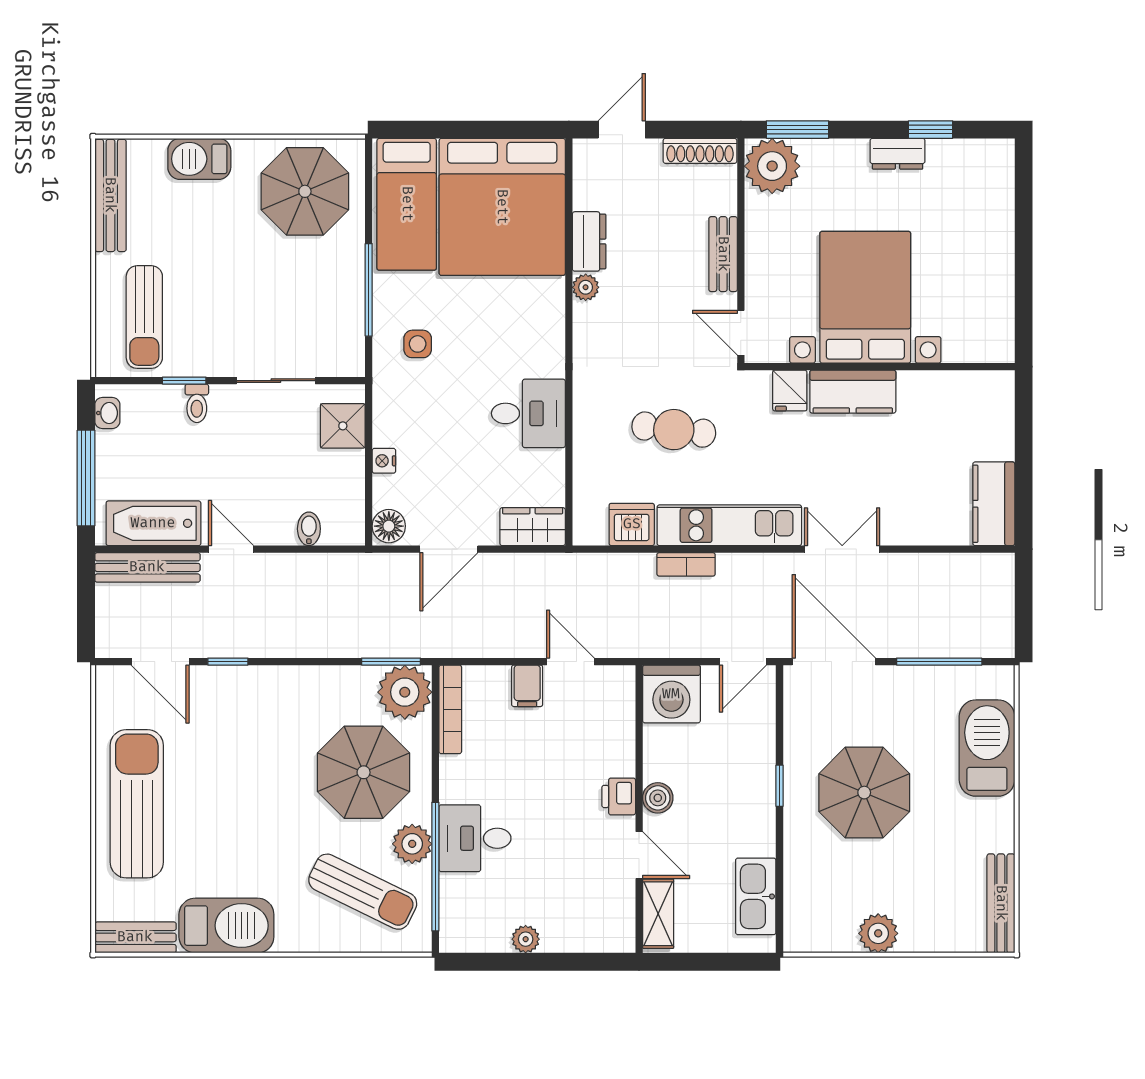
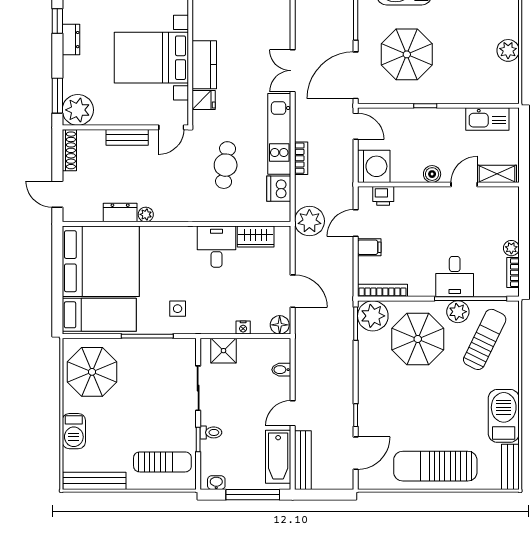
wardrobe: (533, 527) -> (256, 236), moved, turned -90
plant: (574, 579) -> (309, 221), added
parasol: (864, 793) -> (407, 54), moved
printer: (619, 796) -> (383, 196), moved
bookcase: (482, 942) -> (513, 273), added

